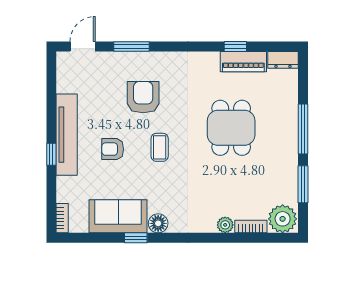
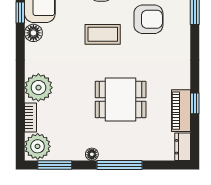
coffee table: (160, 147) -> (103, 34), width x1.36, depth x1.30
floor lamp: (291, 159) -> (92, 154), added
window: (303, 184) -> (55, 165), moved
plant: (225, 225) -> (38, 88), width x1.88, depth x1.88

